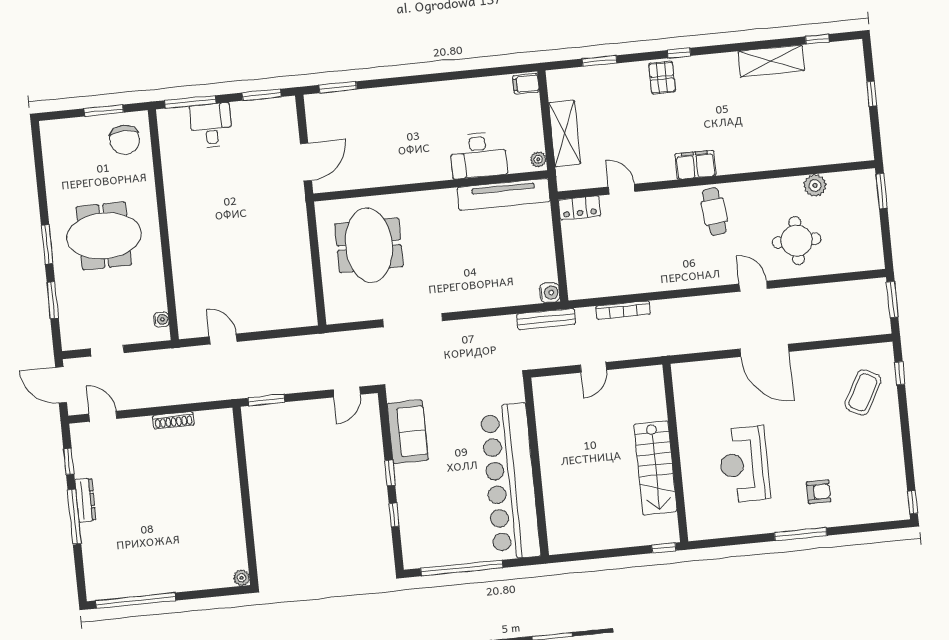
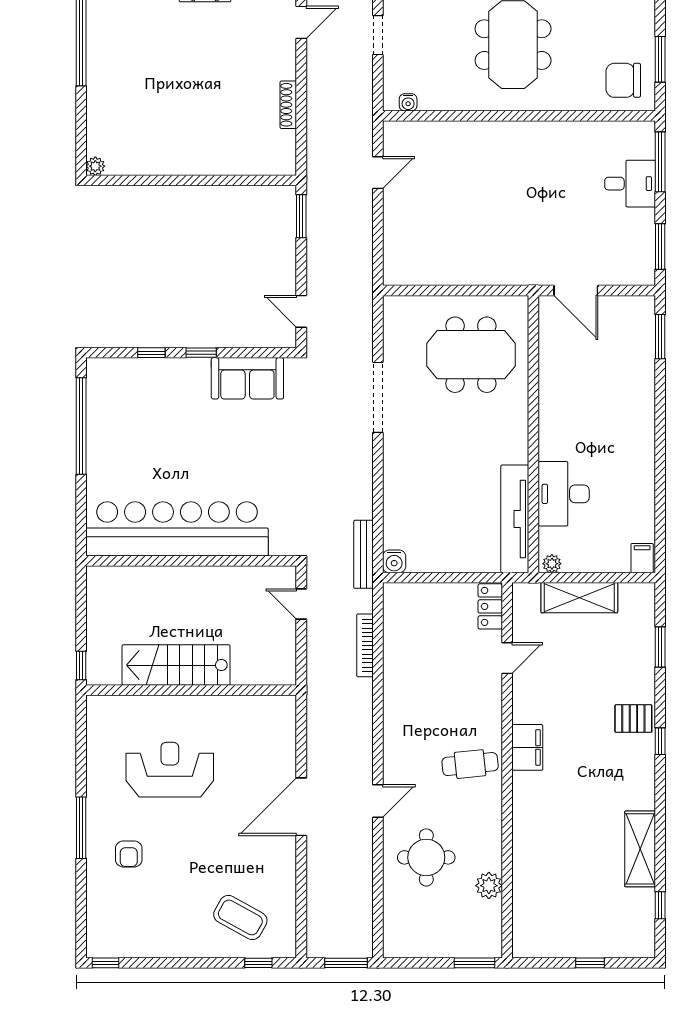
wall: (536, 467) -> (191, 561), moved
bar counter: (510, 482) -> (177, 529), moved

